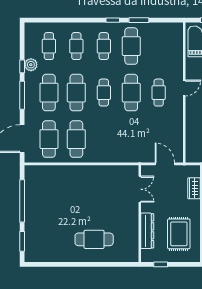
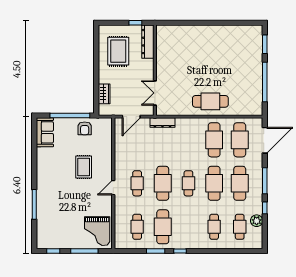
cafe table: (104, 46) -> (137, 227), moved
plant: (31, 65) -> (257, 221), moved
dresser: (132, 158) -> (162, 123), added
door: (165, 164) -> (131, 117), hinge flipped
dresser: (147, 231) -> (148, 42), moved
cafe table: (94, 239) -> (210, 101), moved

